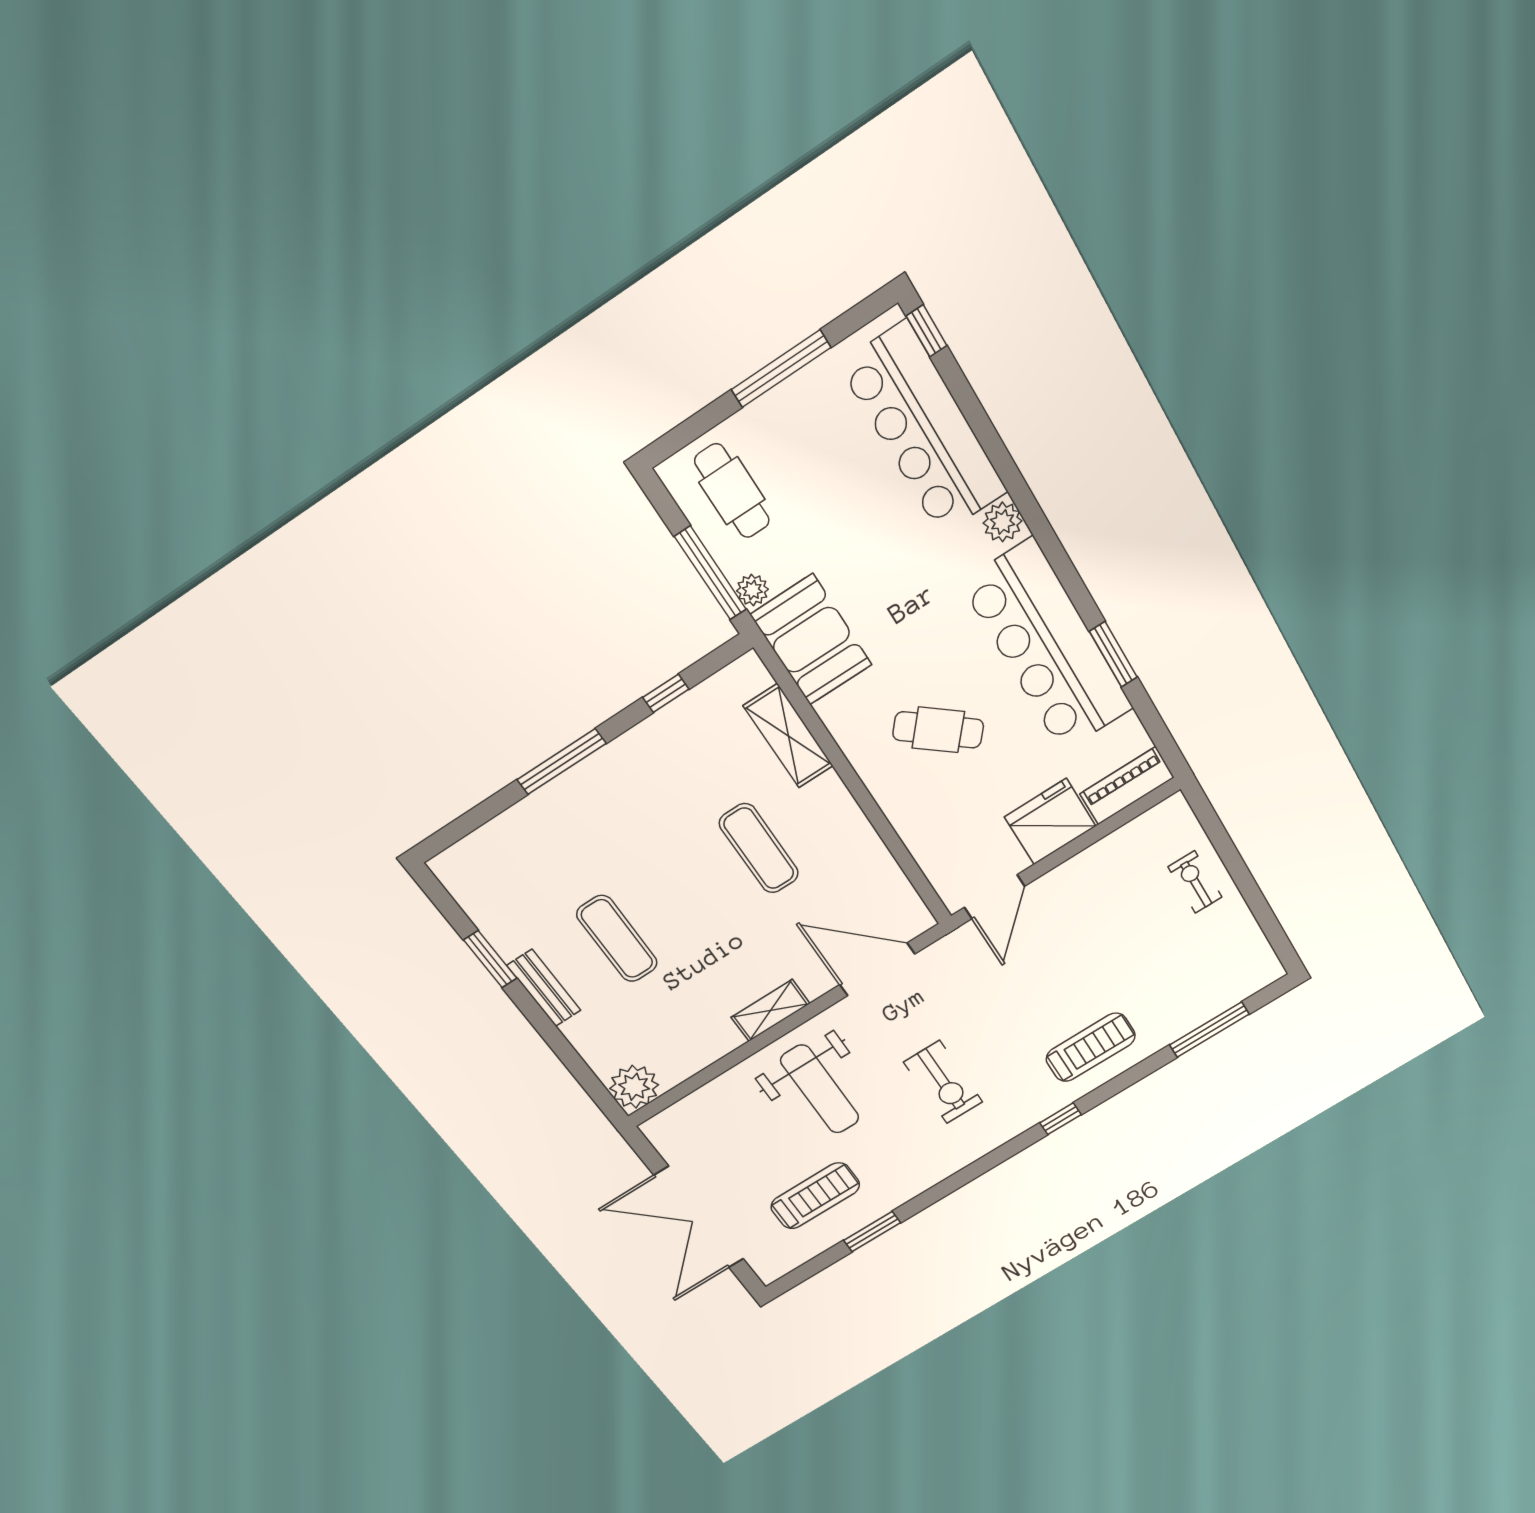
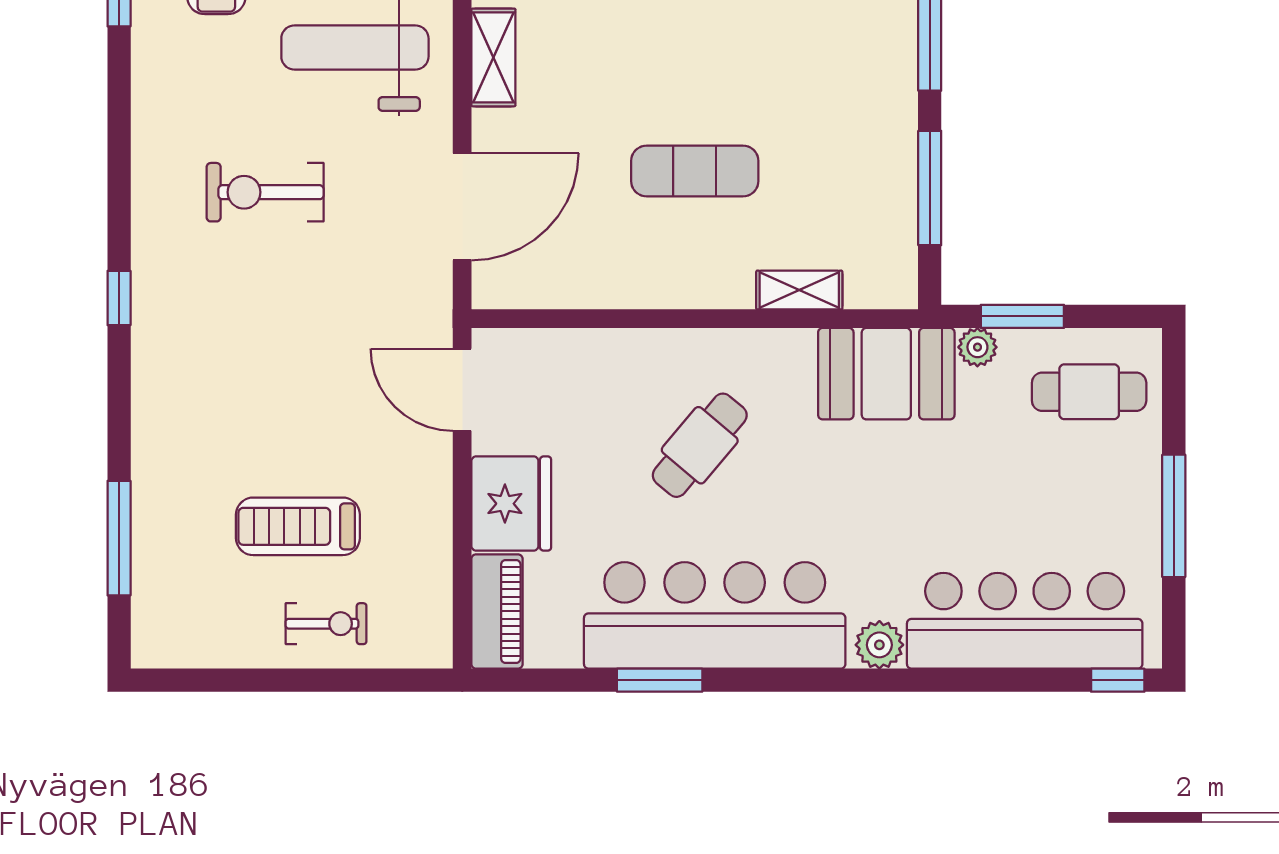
window: (711, 573) -> (1022, 316), width x0.69
window: (666, 693) -> (930, 188), width x2.17
shelving: (788, 736) -> (799, 290), width x0.67, depth x0.75
treadmill: (1091, 1047) -> (298, 526), moved, turned 90

